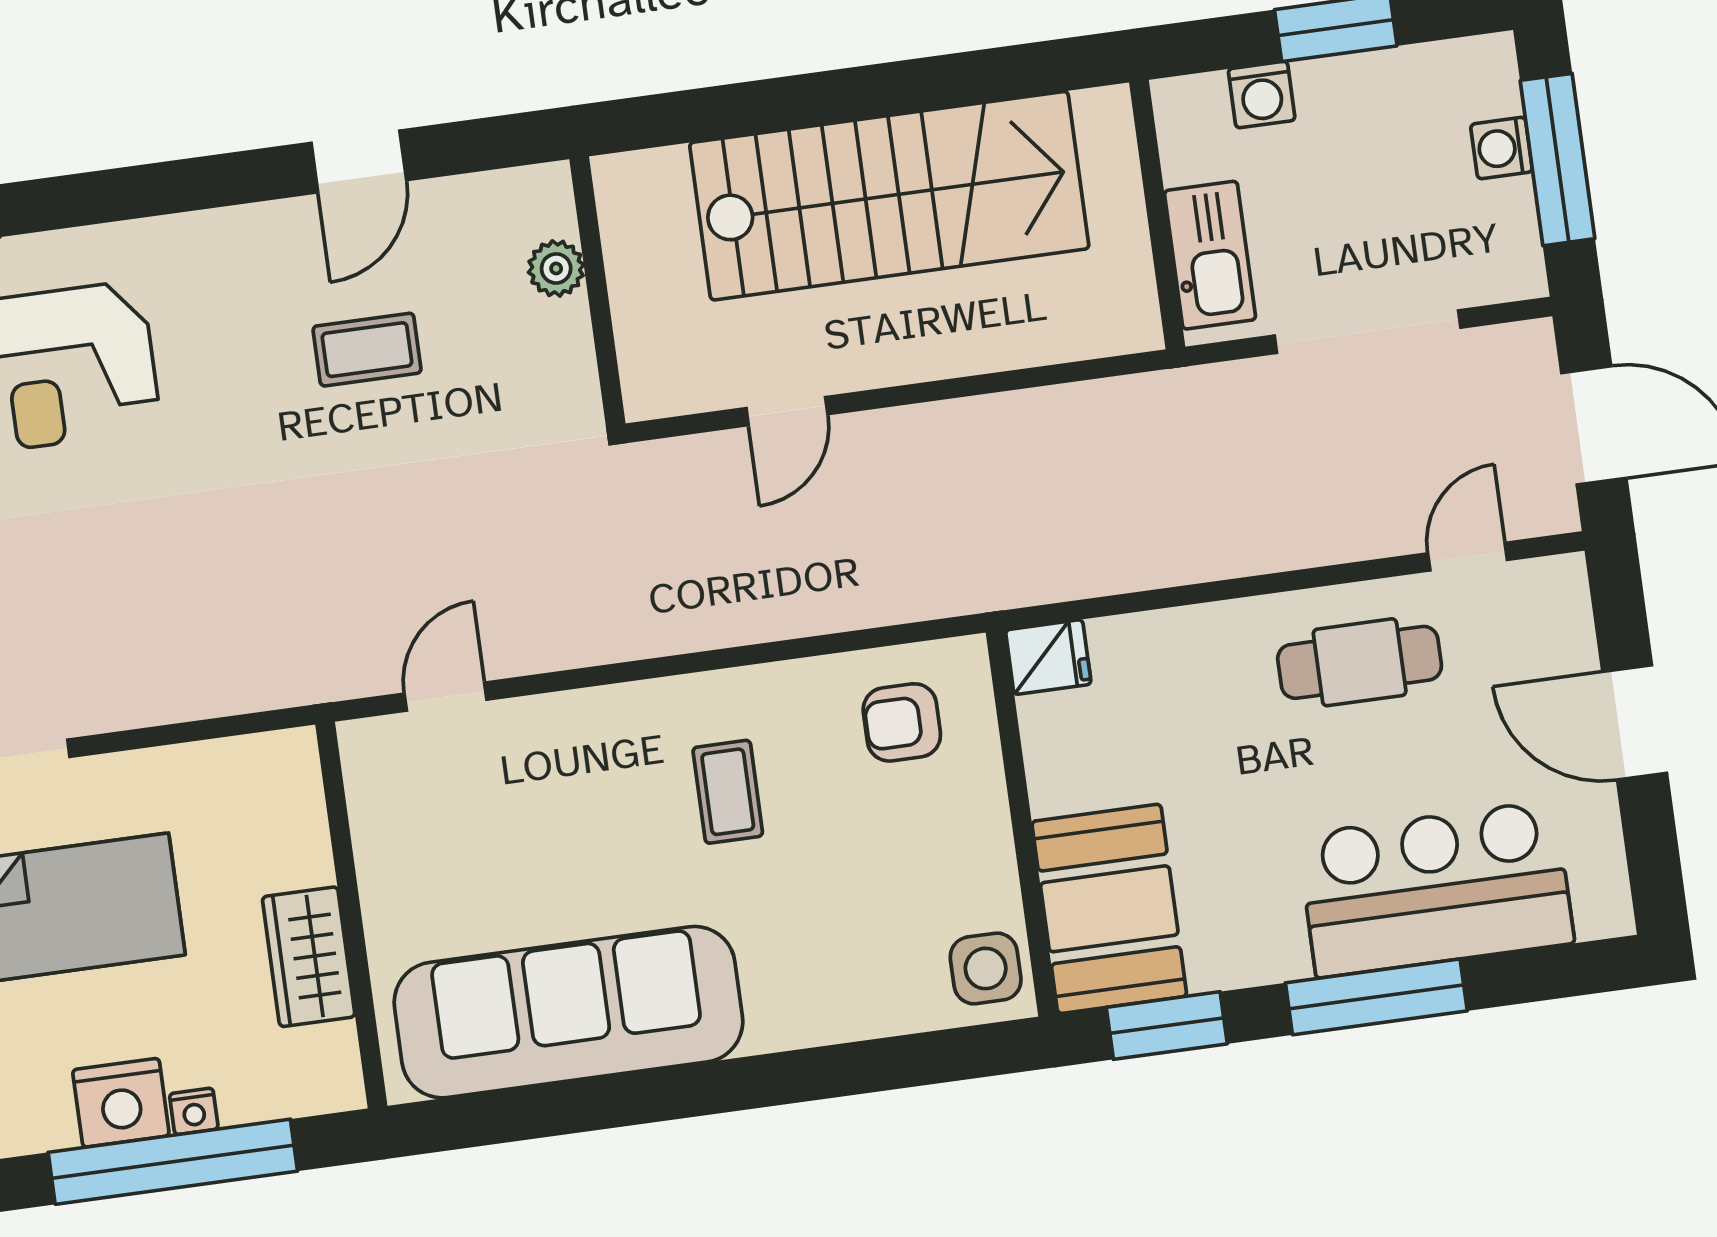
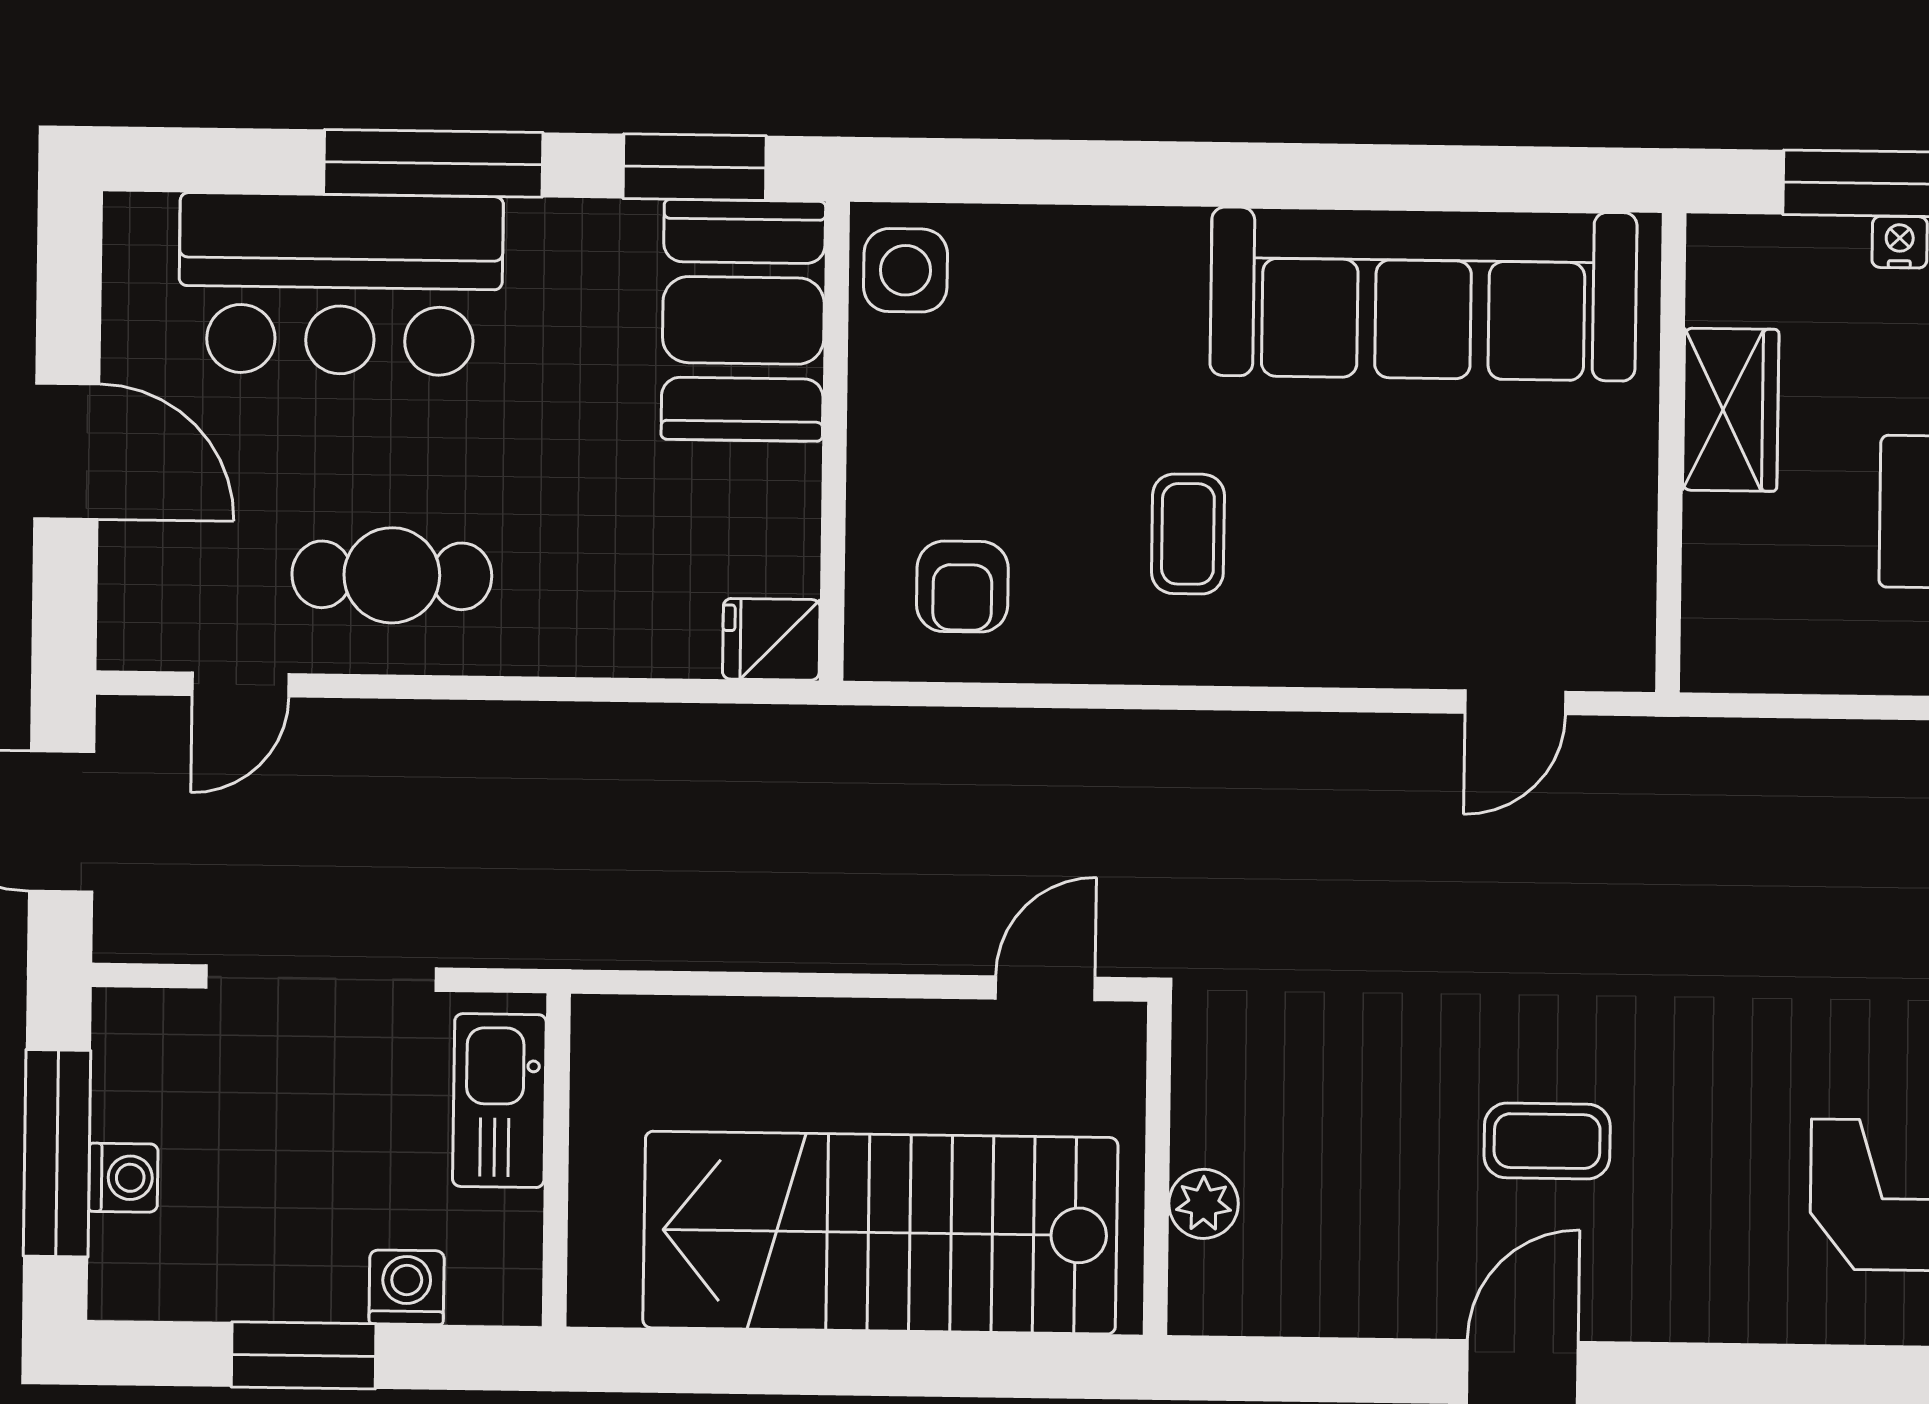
plant: (556, 268) -> (1204, 1204), moved
wall: (597, 291) -> (1157, 1168), moved
armchair: (902, 722) -> (962, 587), turned 90

